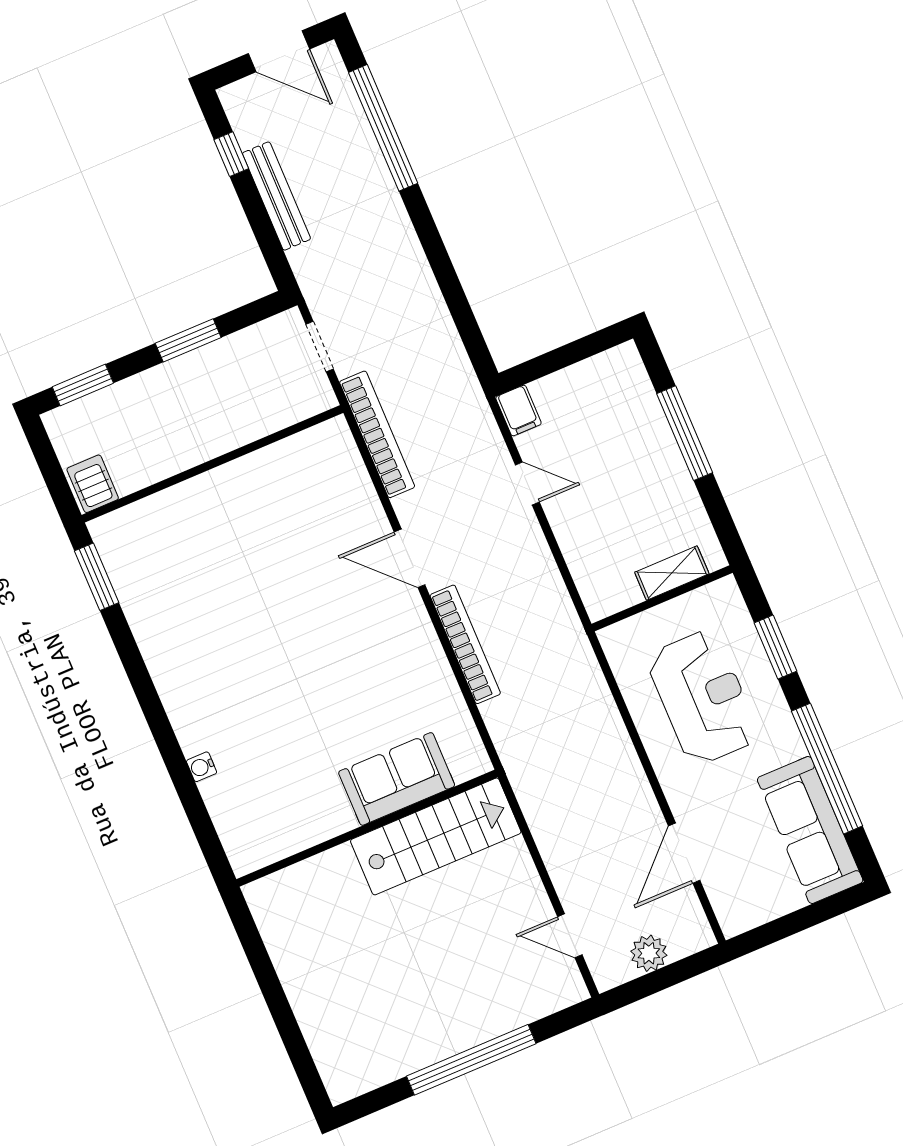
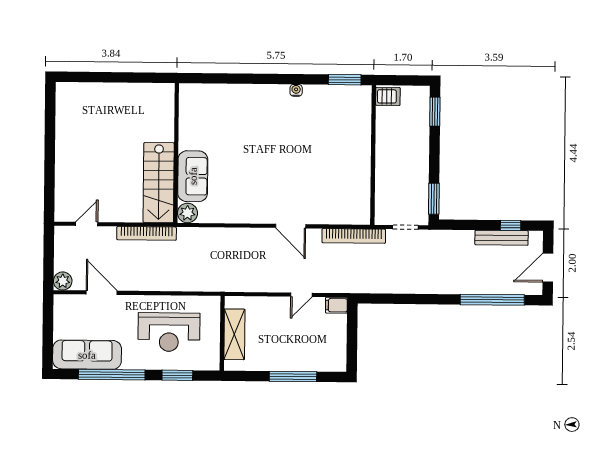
bench: (276, 196) -> (502, 238), moved
window: (188, 340) -> (434, 199), moved
door: (410, 558) -> (291, 226), swing flipped
shelving: (672, 573) -> (234, 334), width x1.50, depth x1.33
bookcase: (465, 644) -> (147, 233), moved
plant: (469, 759) -> (187, 213), added
water cooler: (202, 767) -> (296, 90), moved
plant: (649, 953) -> (63, 281), moved
window: (471, 1060) -> (50, 154), removed

